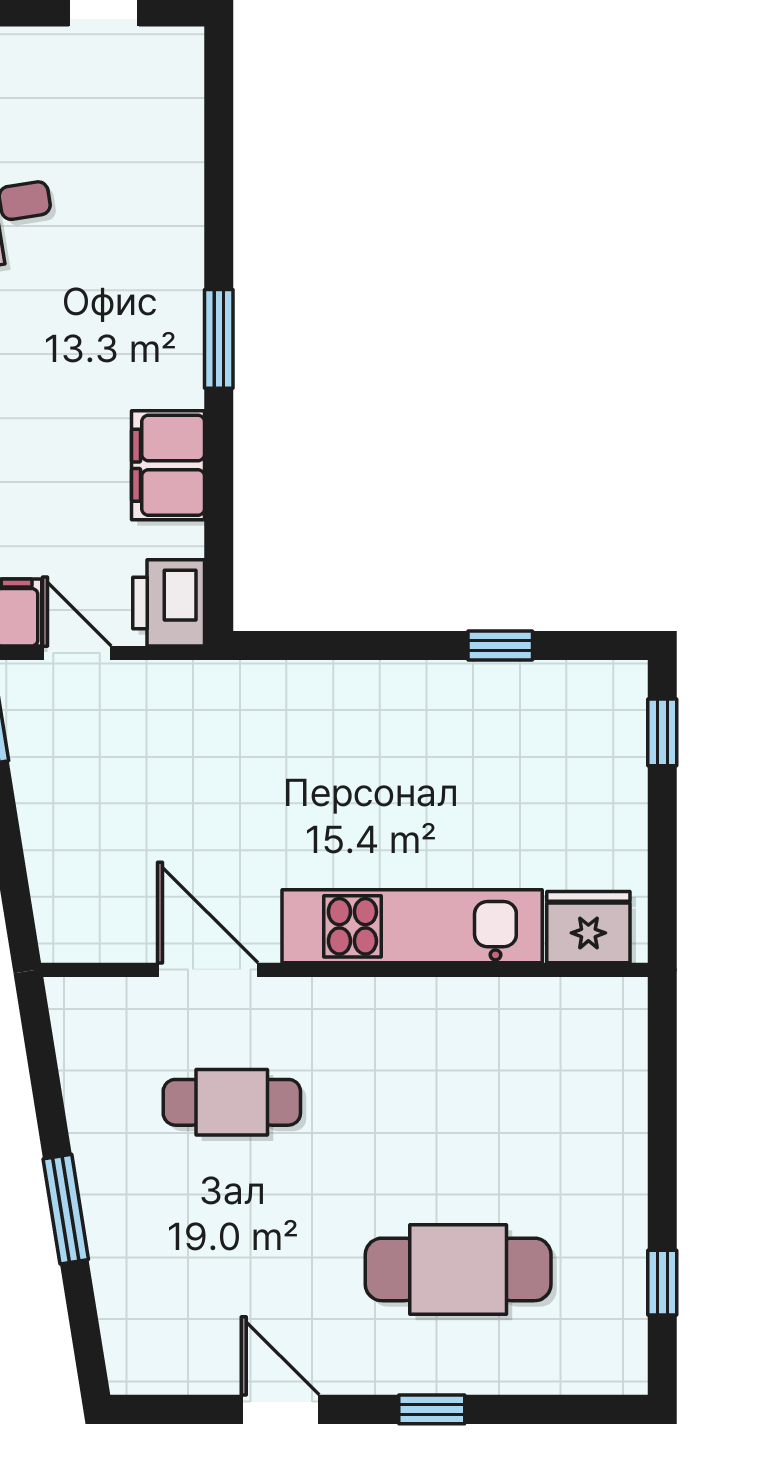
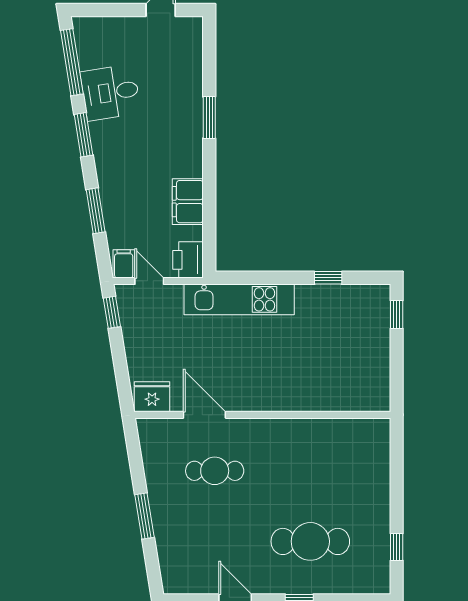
window: (219, 339) -> (209, 117), moved
kitchen unit: (412, 926) -> (239, 299), moved, turned 180
fridge: (588, 927) -> (152, 397), moved

